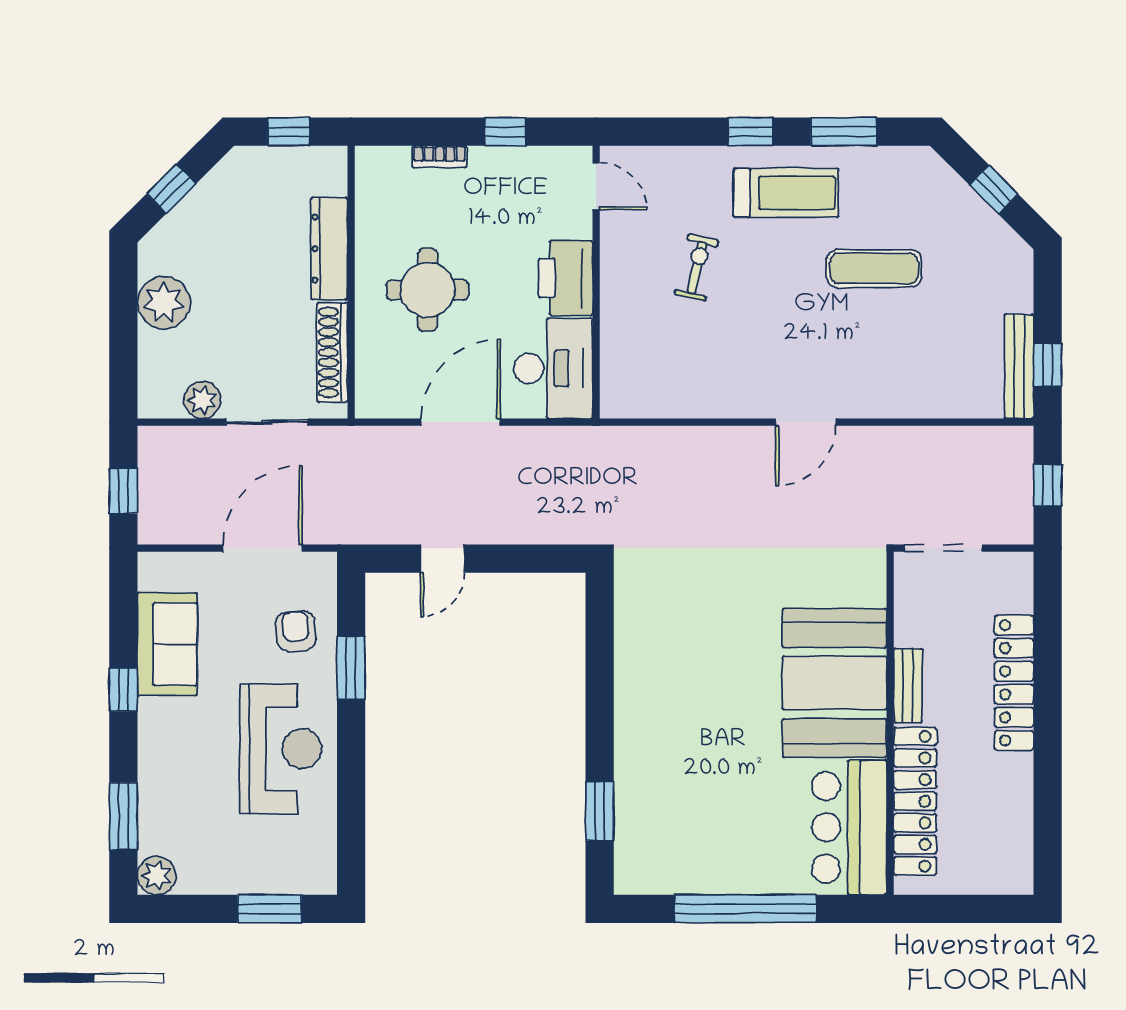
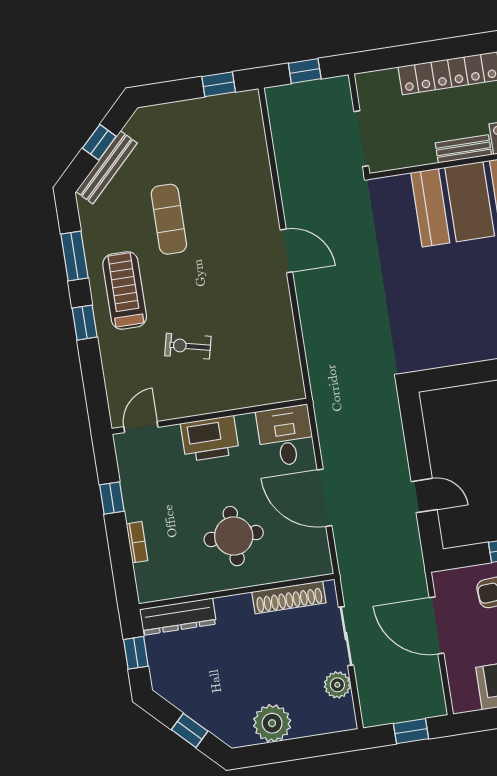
dresser: (329, 249) -> (178, 617), moved
bench: (1019, 366) -> (107, 167), moved, turned -45
desk: (553, 368) -> (286, 436), width x0.73

